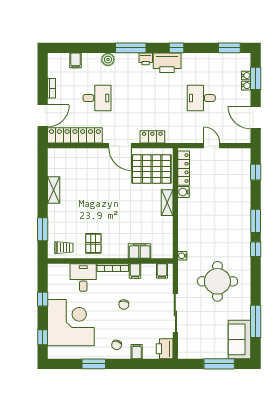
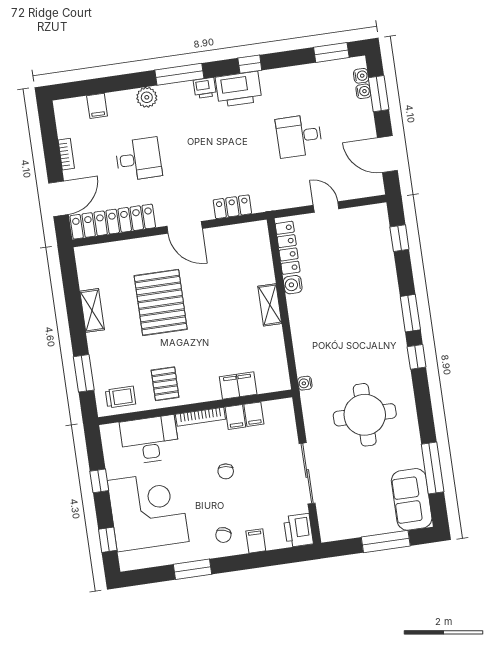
water cooler: (246, 86) -> (361, 76), moved
pallet: (152, 169) -> (161, 302), moved, turned 90
filing cabinet: (162, 271) -> (254, 414), moved
desk: (83, 277) -> (150, 440), width x1.37

